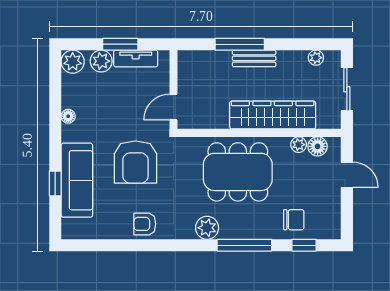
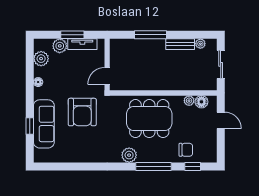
bench: (254, 58) -> (180, 44), moved
plant: (73, 62) -> (41, 59), moved
wardrobe: (273, 115) -> (172, 81), removed
armchair: (145, 224) -> (88, 153), removed

